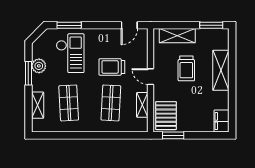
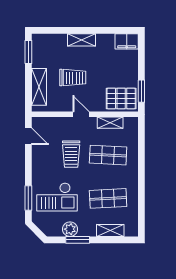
checkout: (70, 53) -> (57, 197), turned 180
shelving: (221, 70) -> (81, 40), width x0.67, depth x0.75
door: (151, 77) -> (81, 114), swing flipped

